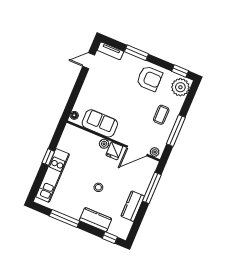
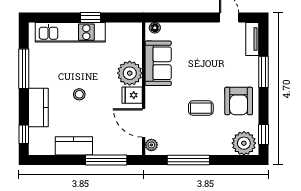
coffee table: (161, 115) -> (201, 108), moved
plant: (104, 144) -> (130, 73), width x1.87, depth x1.87

